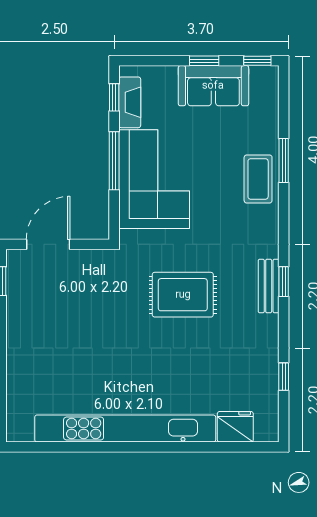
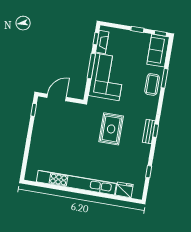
sofa: (213, 86) -> (158, 51), moved, turned 90
rug: (183, 295) -> (111, 129), turned 90

